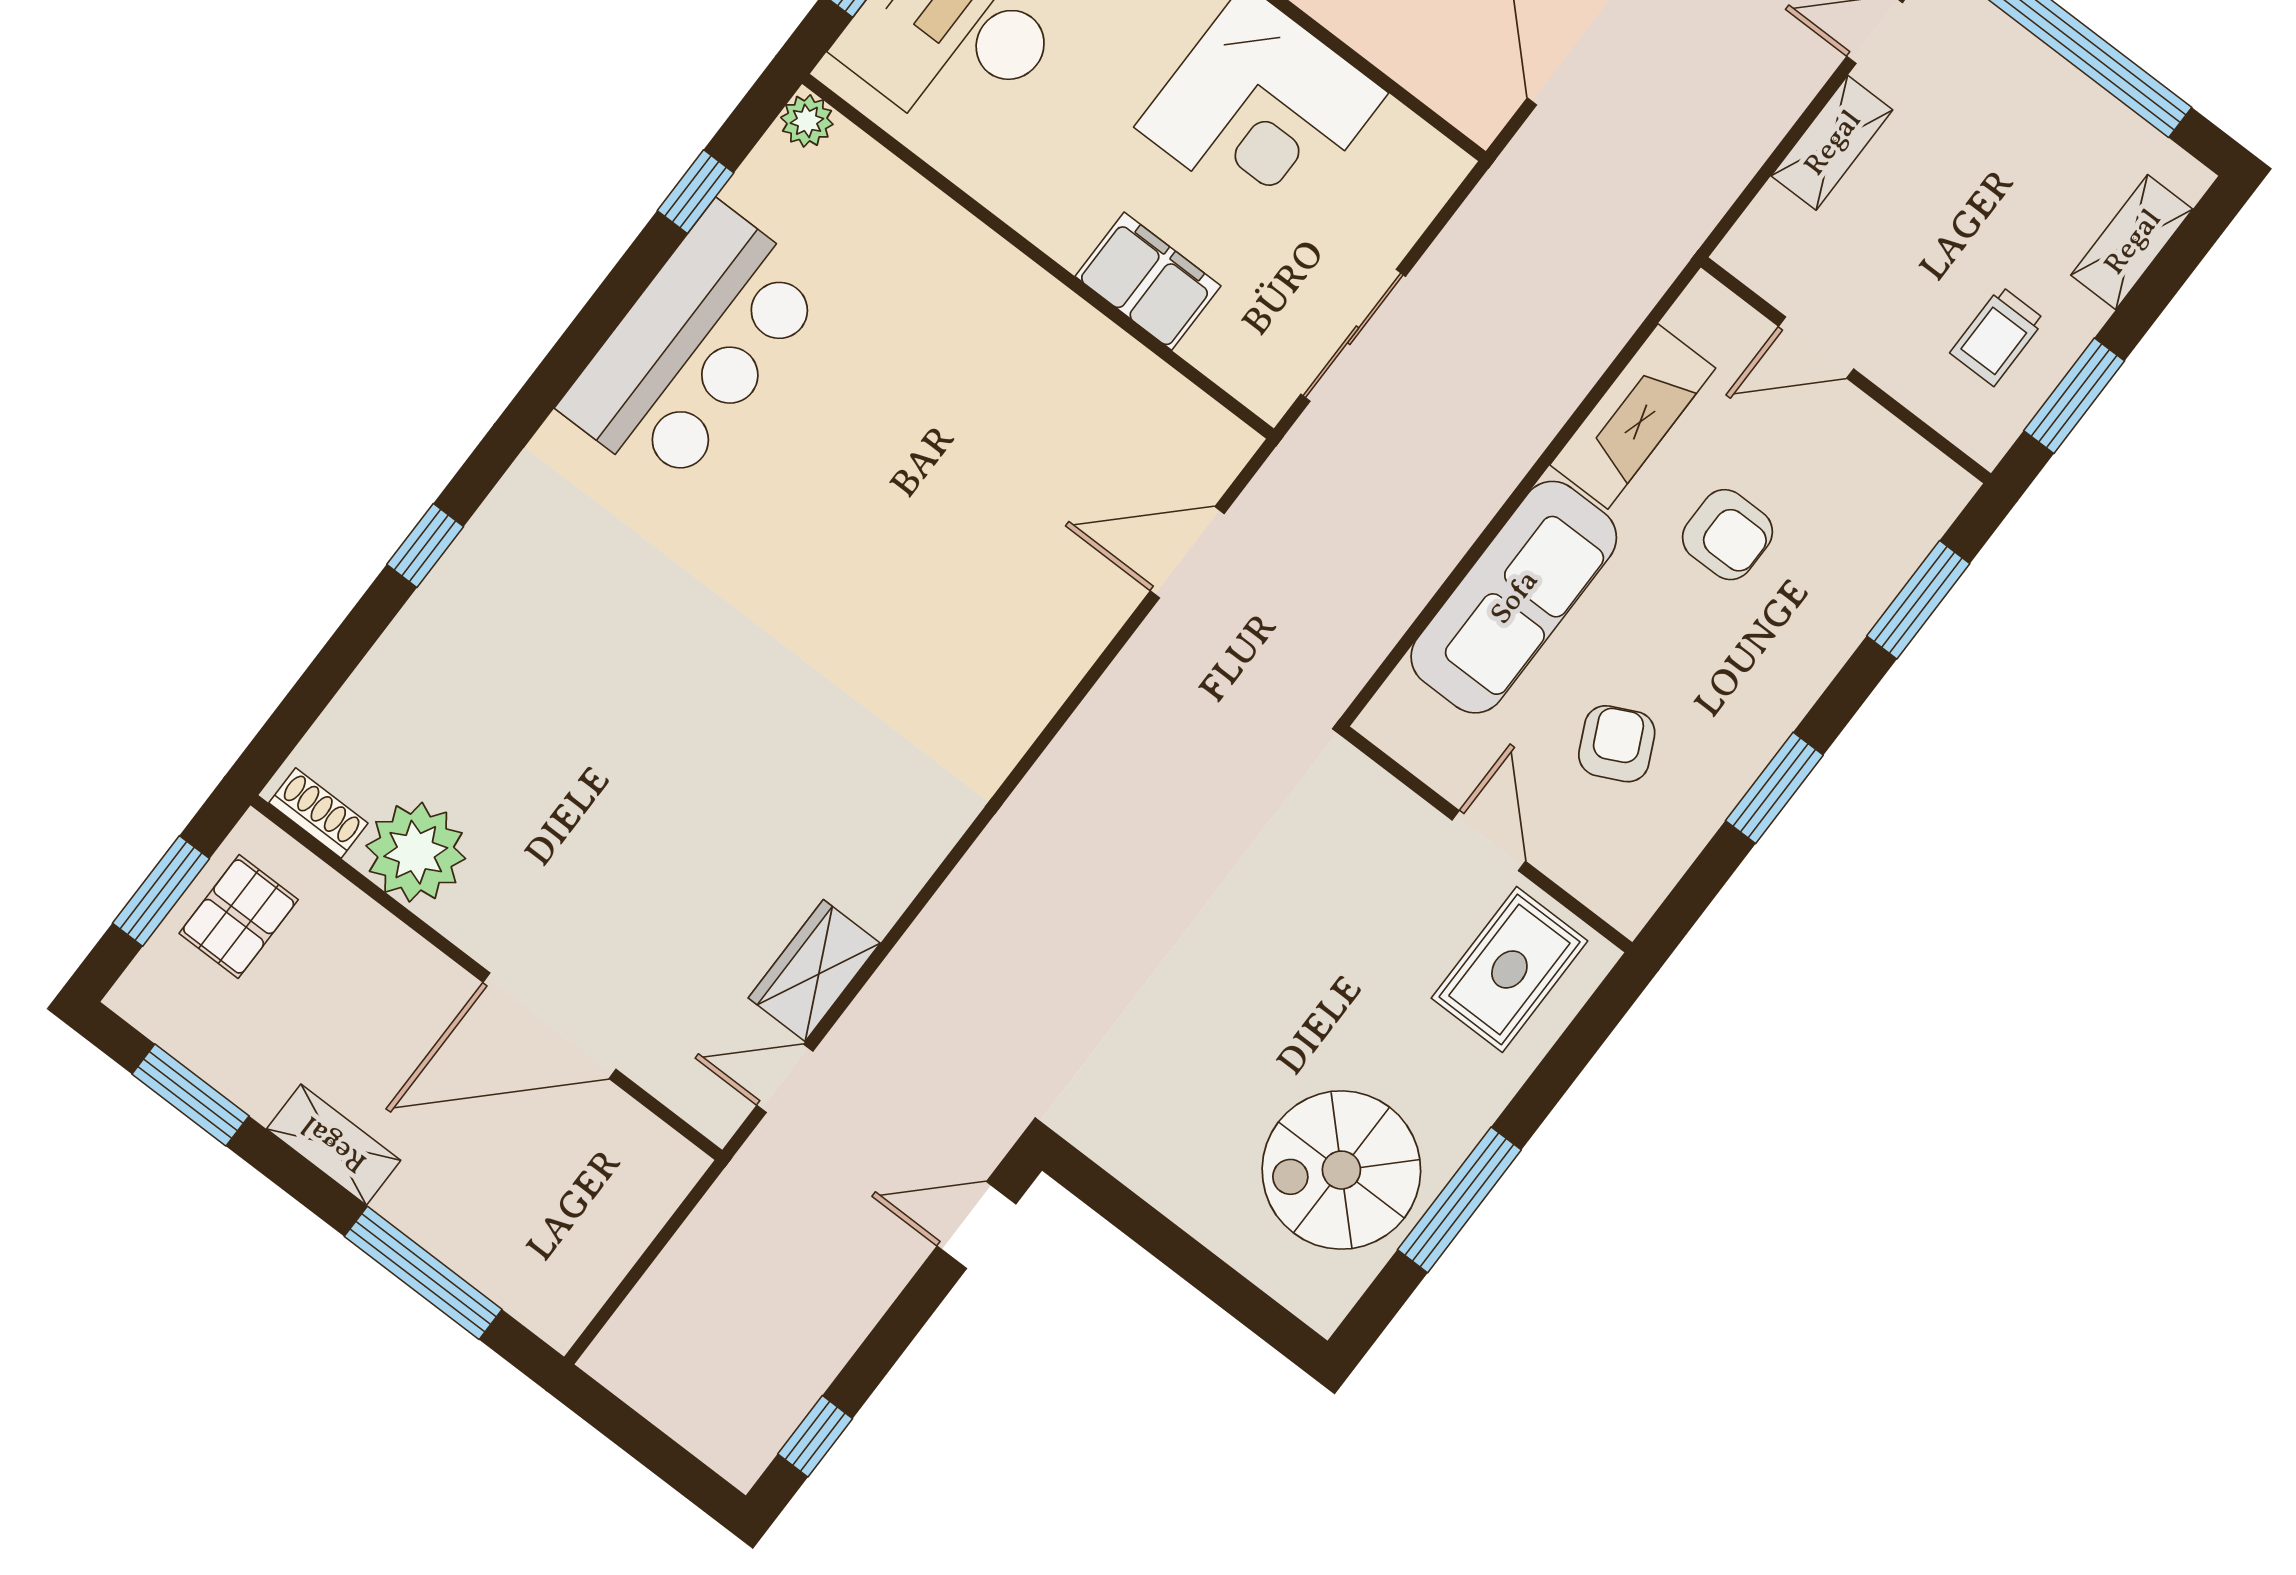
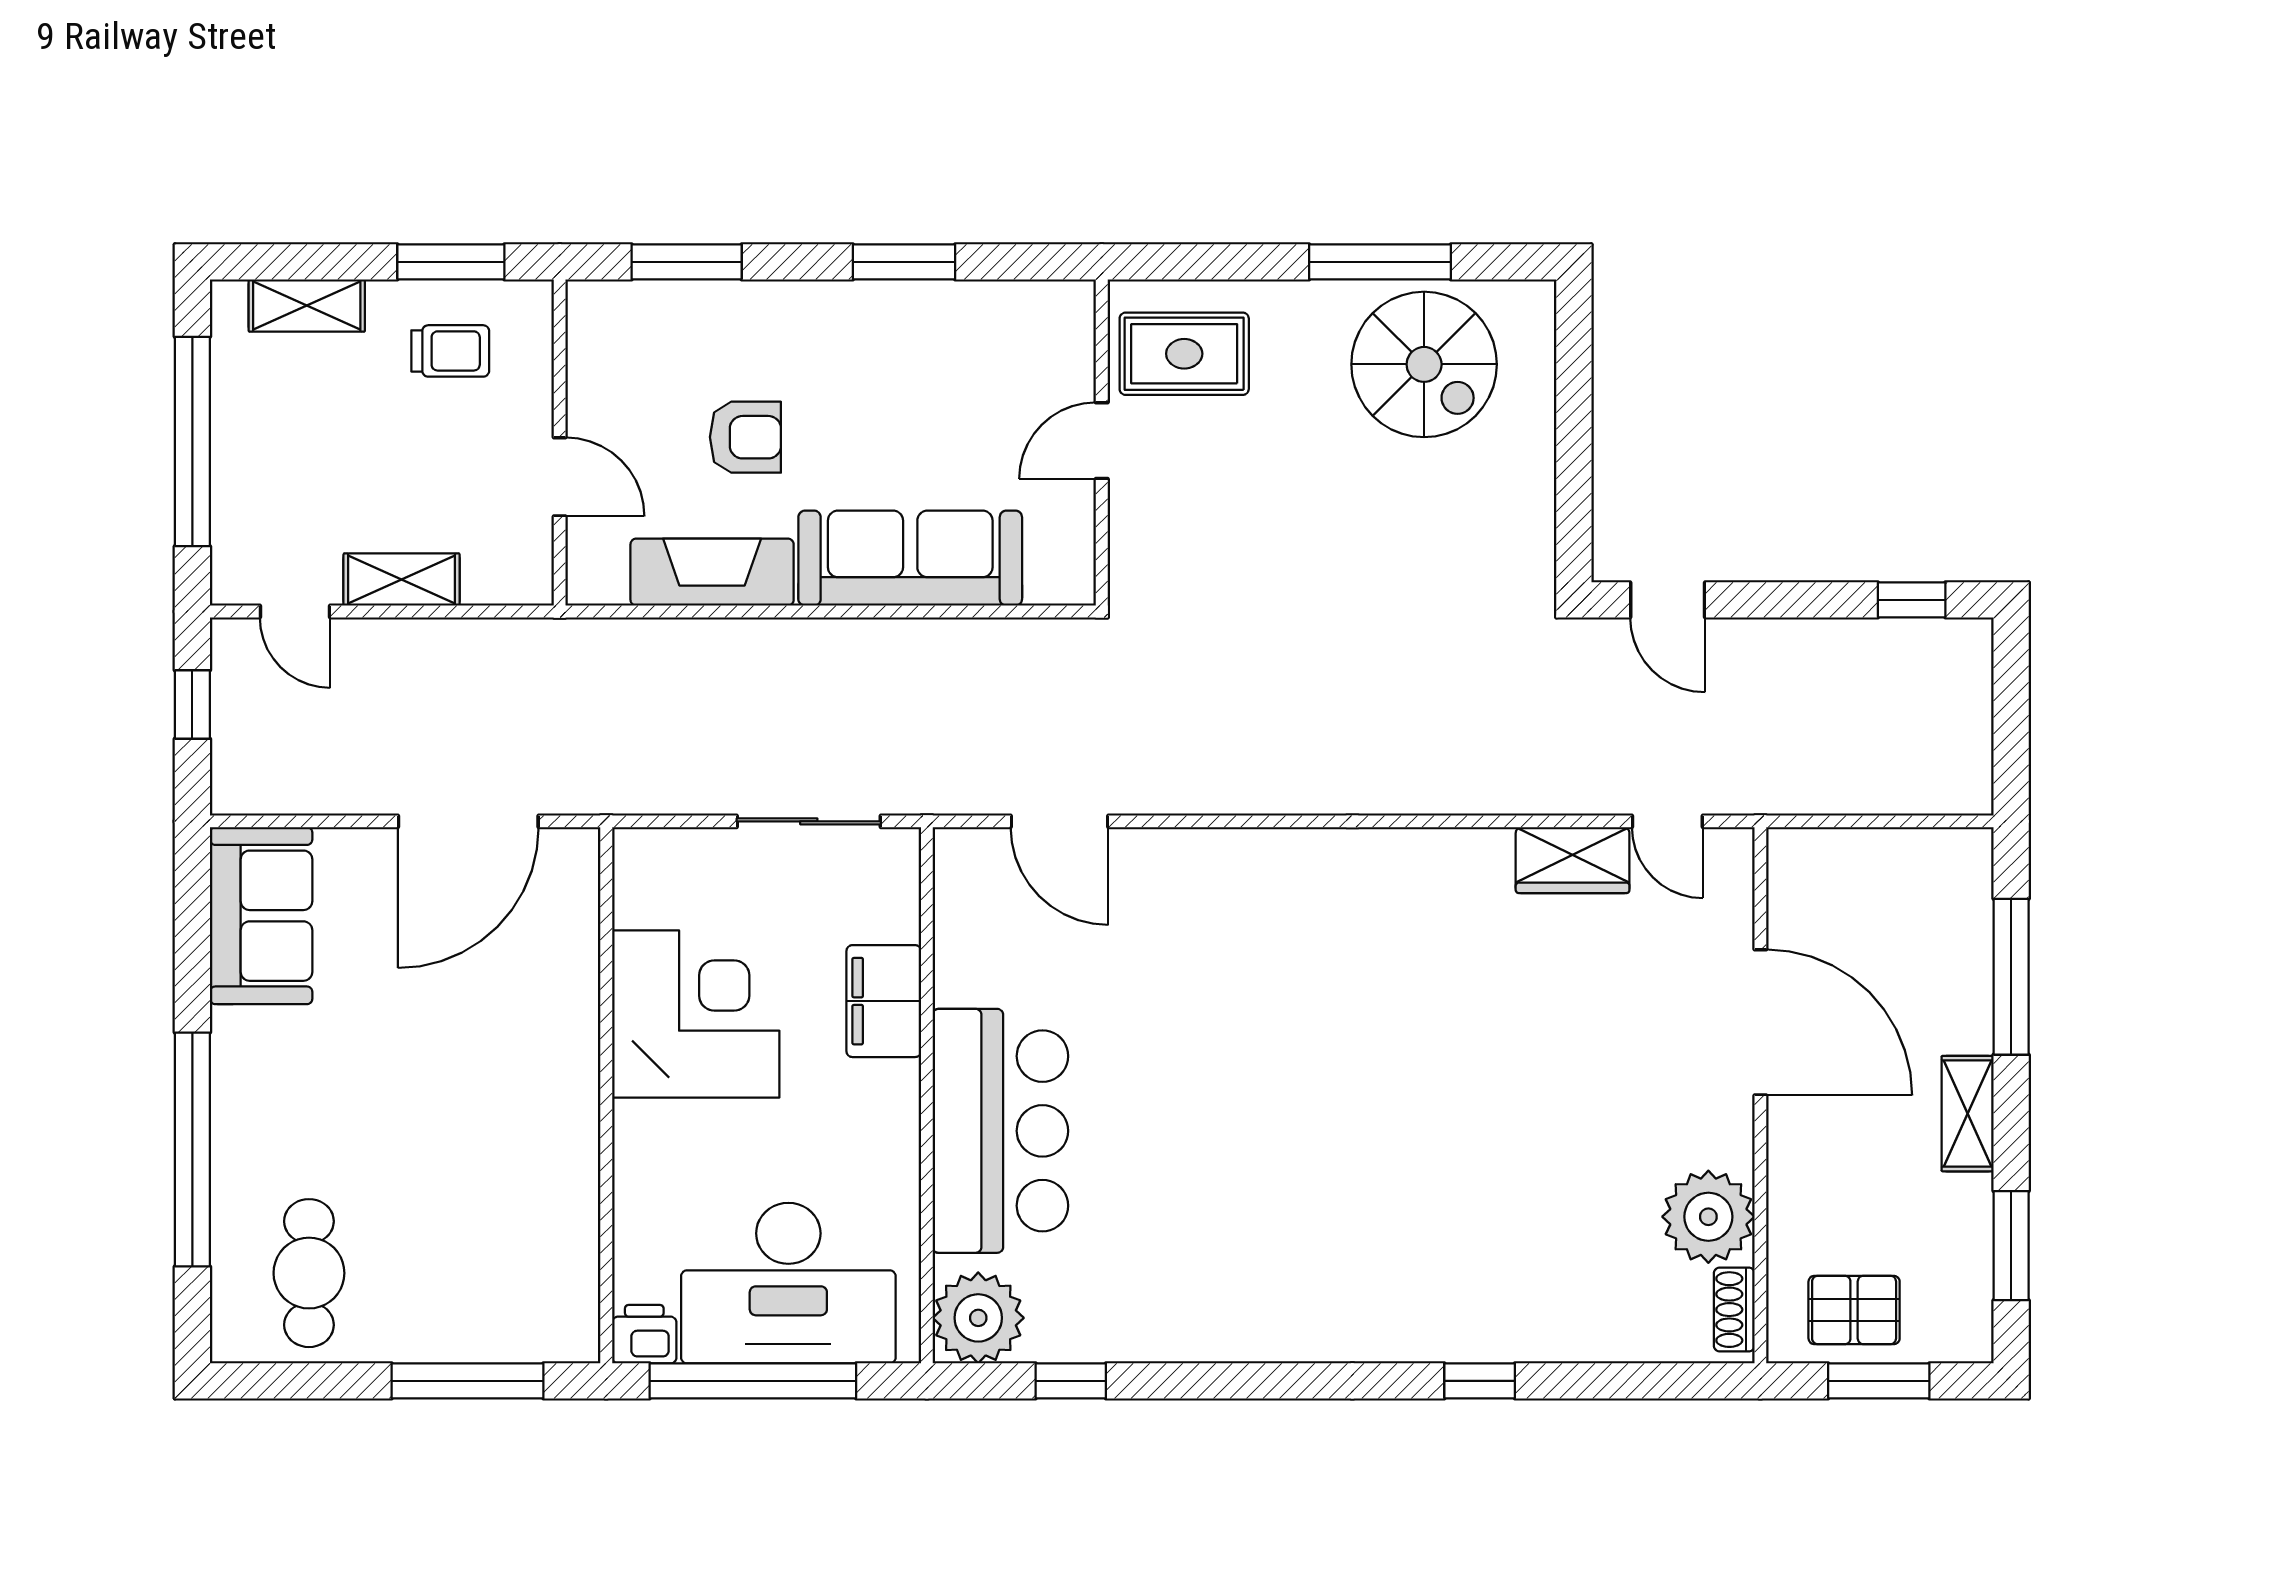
plant: (807, 121) -> (978, 1318), width x1.87, depth x1.87
bar counter: (693, 347) -> (1000, 1131), moved, turned 90
armchair: (1727, 535) -> (745, 437), turned 90
armchair: (1617, 744) -> (960, 401), removed

